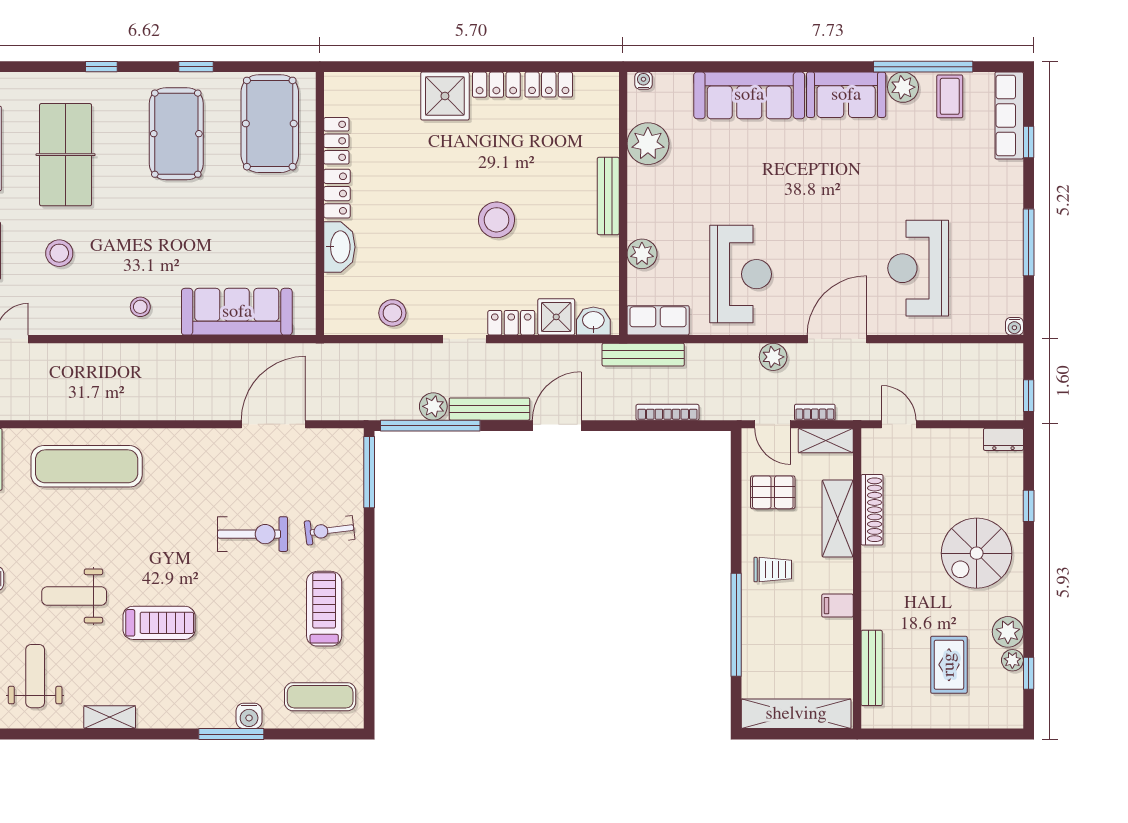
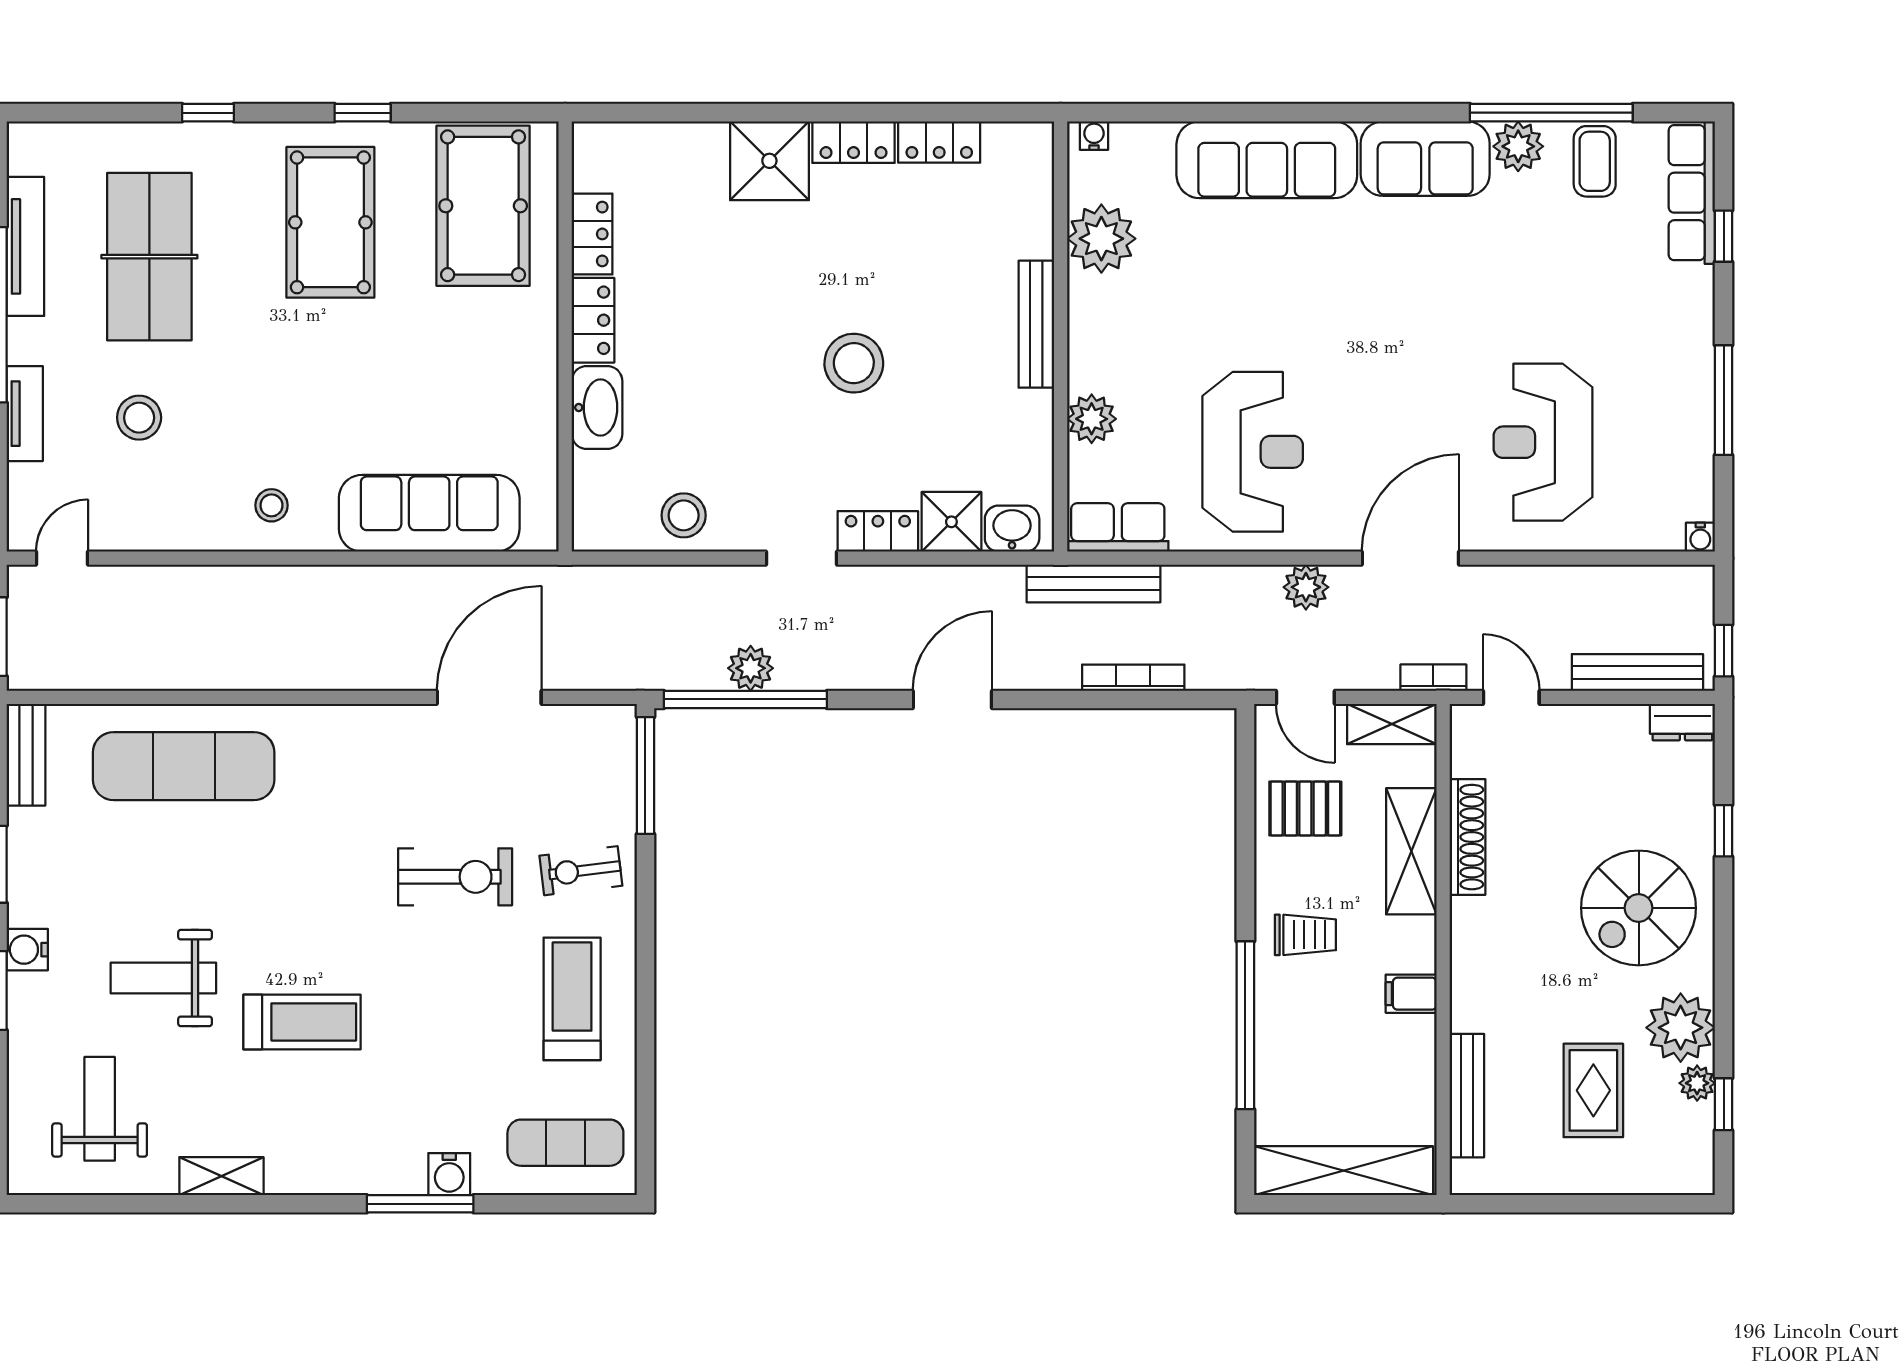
bench: (489, 409) -> (1637, 672), moved
bookcase: (815, 412) -> (1433, 678), moved
plant: (1008, 632) -> (1681, 1028), width x1.36, depth x1.36

